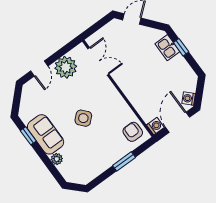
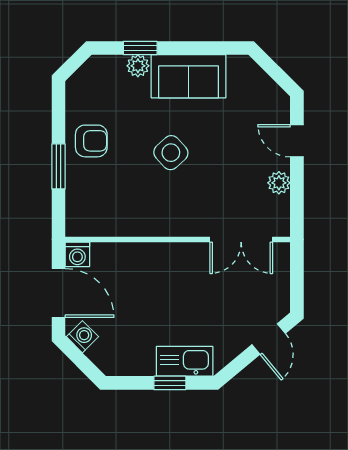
kitchen sink: (167, 48) -> (185, 361), width x1.38
plant: (66, 67) -> (279, 183), width x0.53, depth x0.53
armchair: (133, 132) -> (91, 141), moved
window: (28, 136) -> (140, 48), moved

